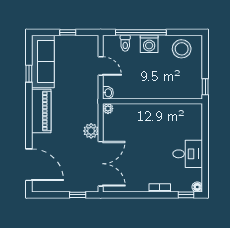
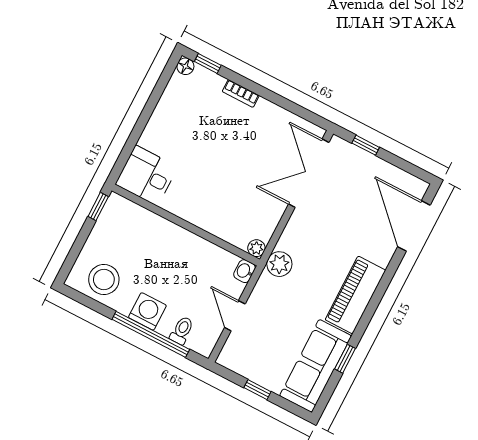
plant: (91, 131) -> (279, 264), moved
desk: (188, 154) -> (147, 176), moved

